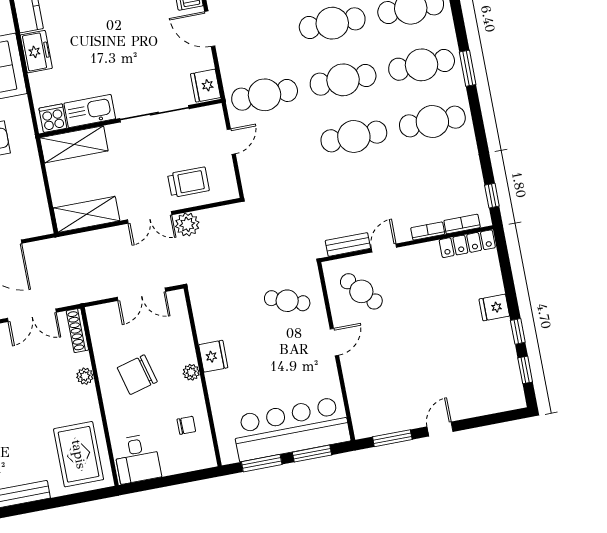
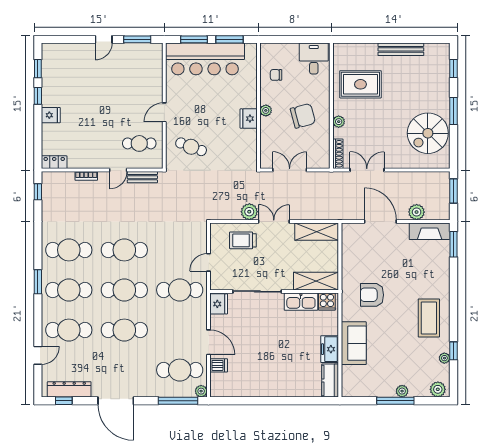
bookcase: (462, 224) -> (62, 176), removed
locker: (467, 244) -> (54, 162), width x0.66
cafe table: (361, 291) -> (139, 143), turned -48
rug: (79, 454) -> (360, 84), moved, turned 90

